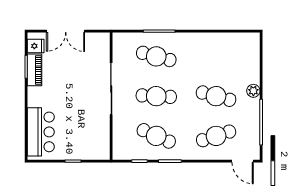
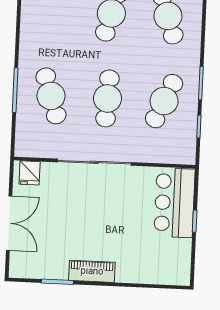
fridge: (36, 46) -> (30, 173), moved, turned 180
cafe table: (156, 56) -> (51, 96), turned -33
piano: (35, 70) -> (92, 271), moved
bar counter: (41, 132) -> (175, 203), moved, turned -90

